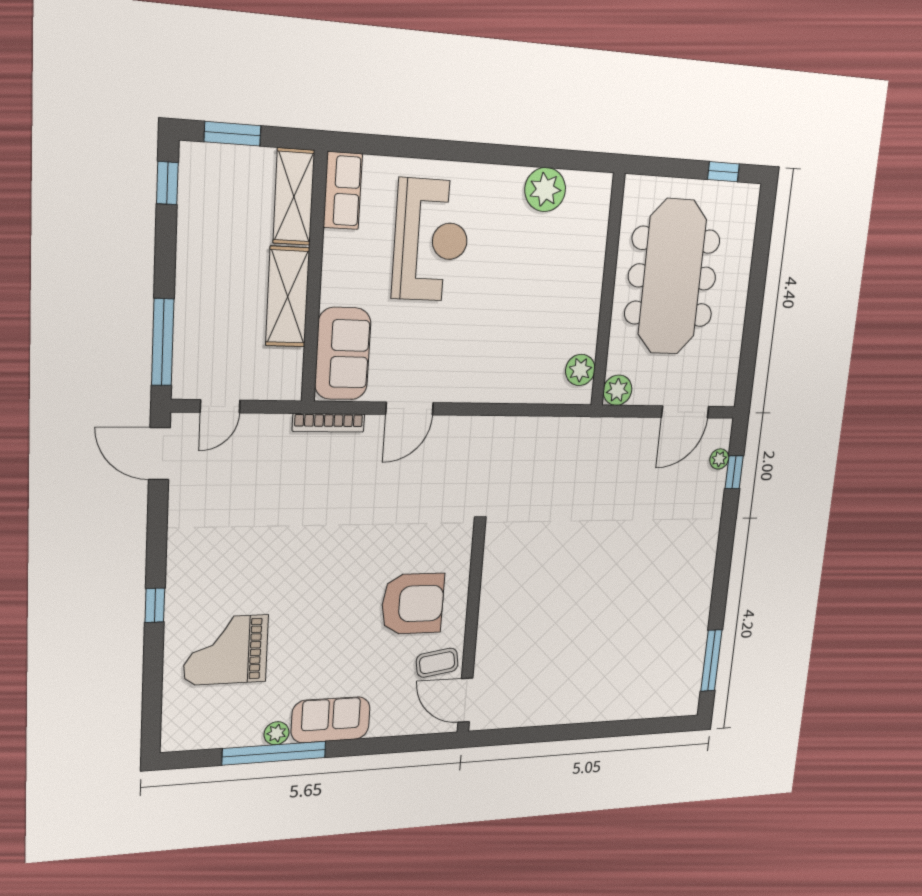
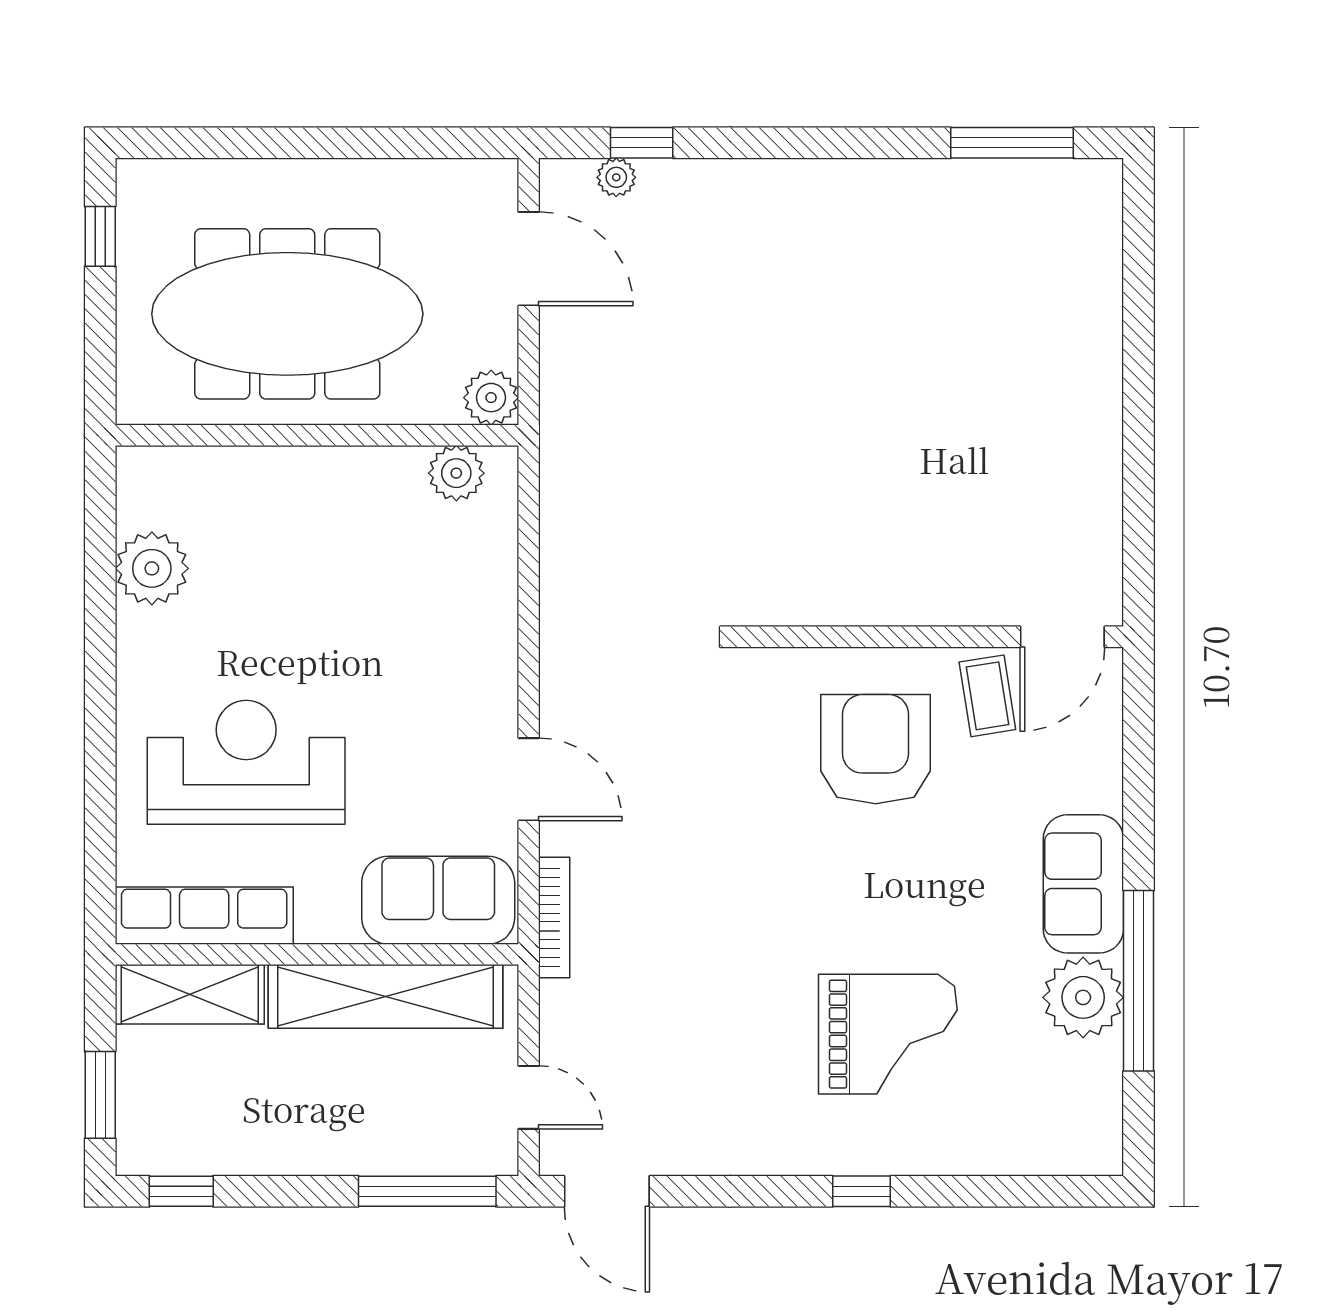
row of seats: (343, 191) -> (204, 916), width x1.48
shelving: (288, 297) -> (386, 996), width x1.47
door: (159, 454) -> (607, 1191), hinge flipped
grand piano: (226, 650) -> (888, 1034), moved, turned -90
plant: (276, 733) -> (1083, 997), width x1.87, depth x1.87

